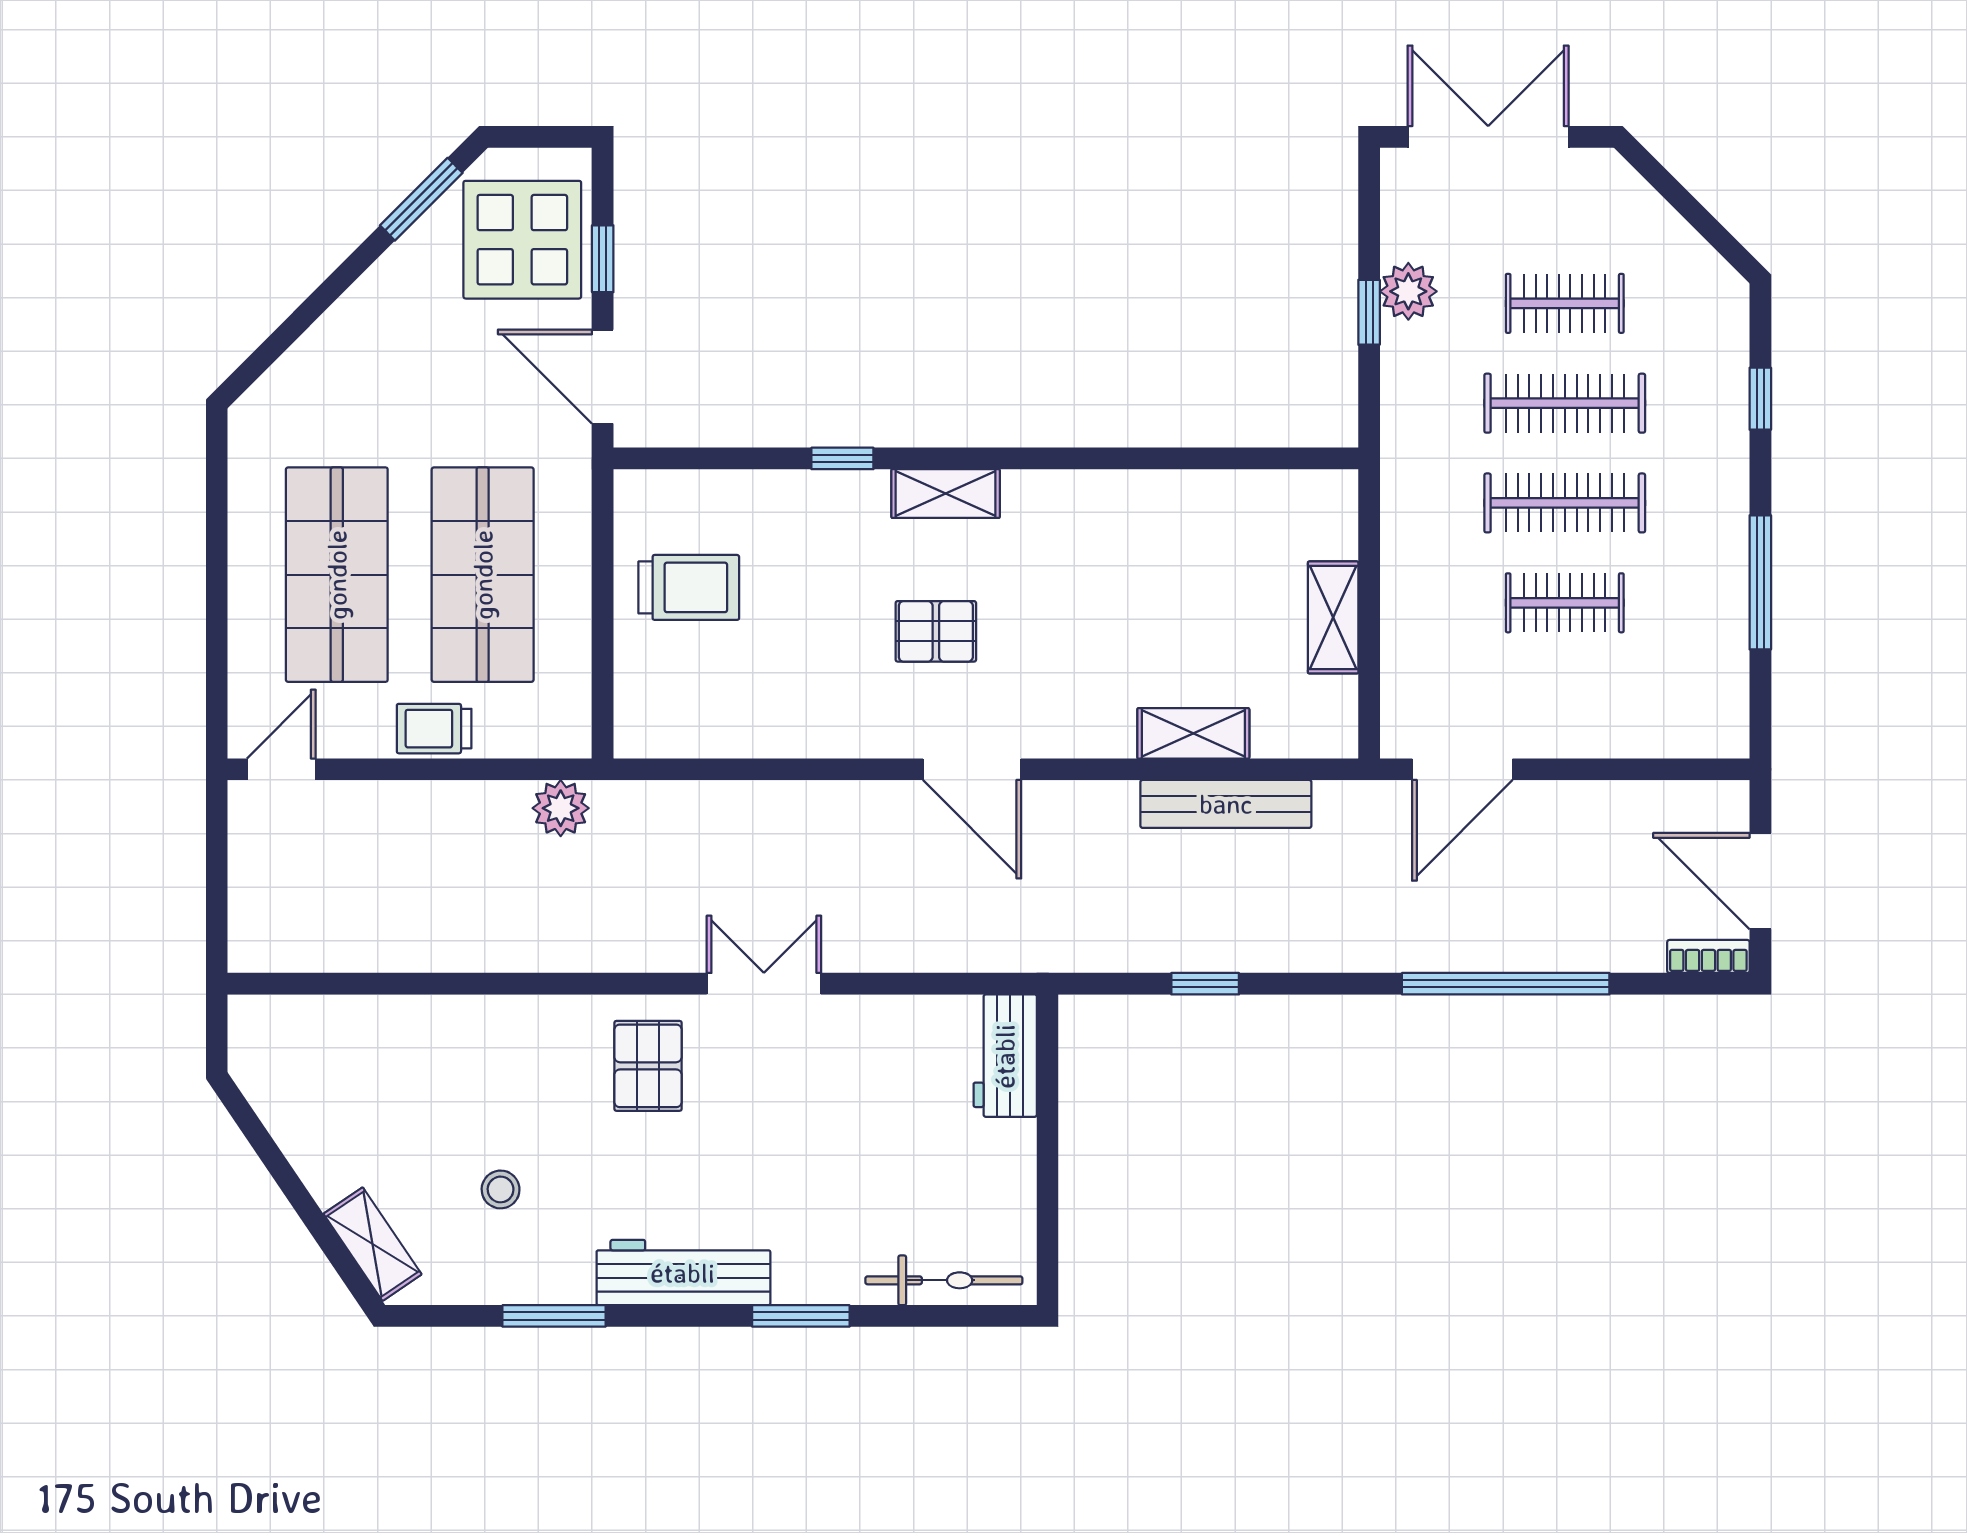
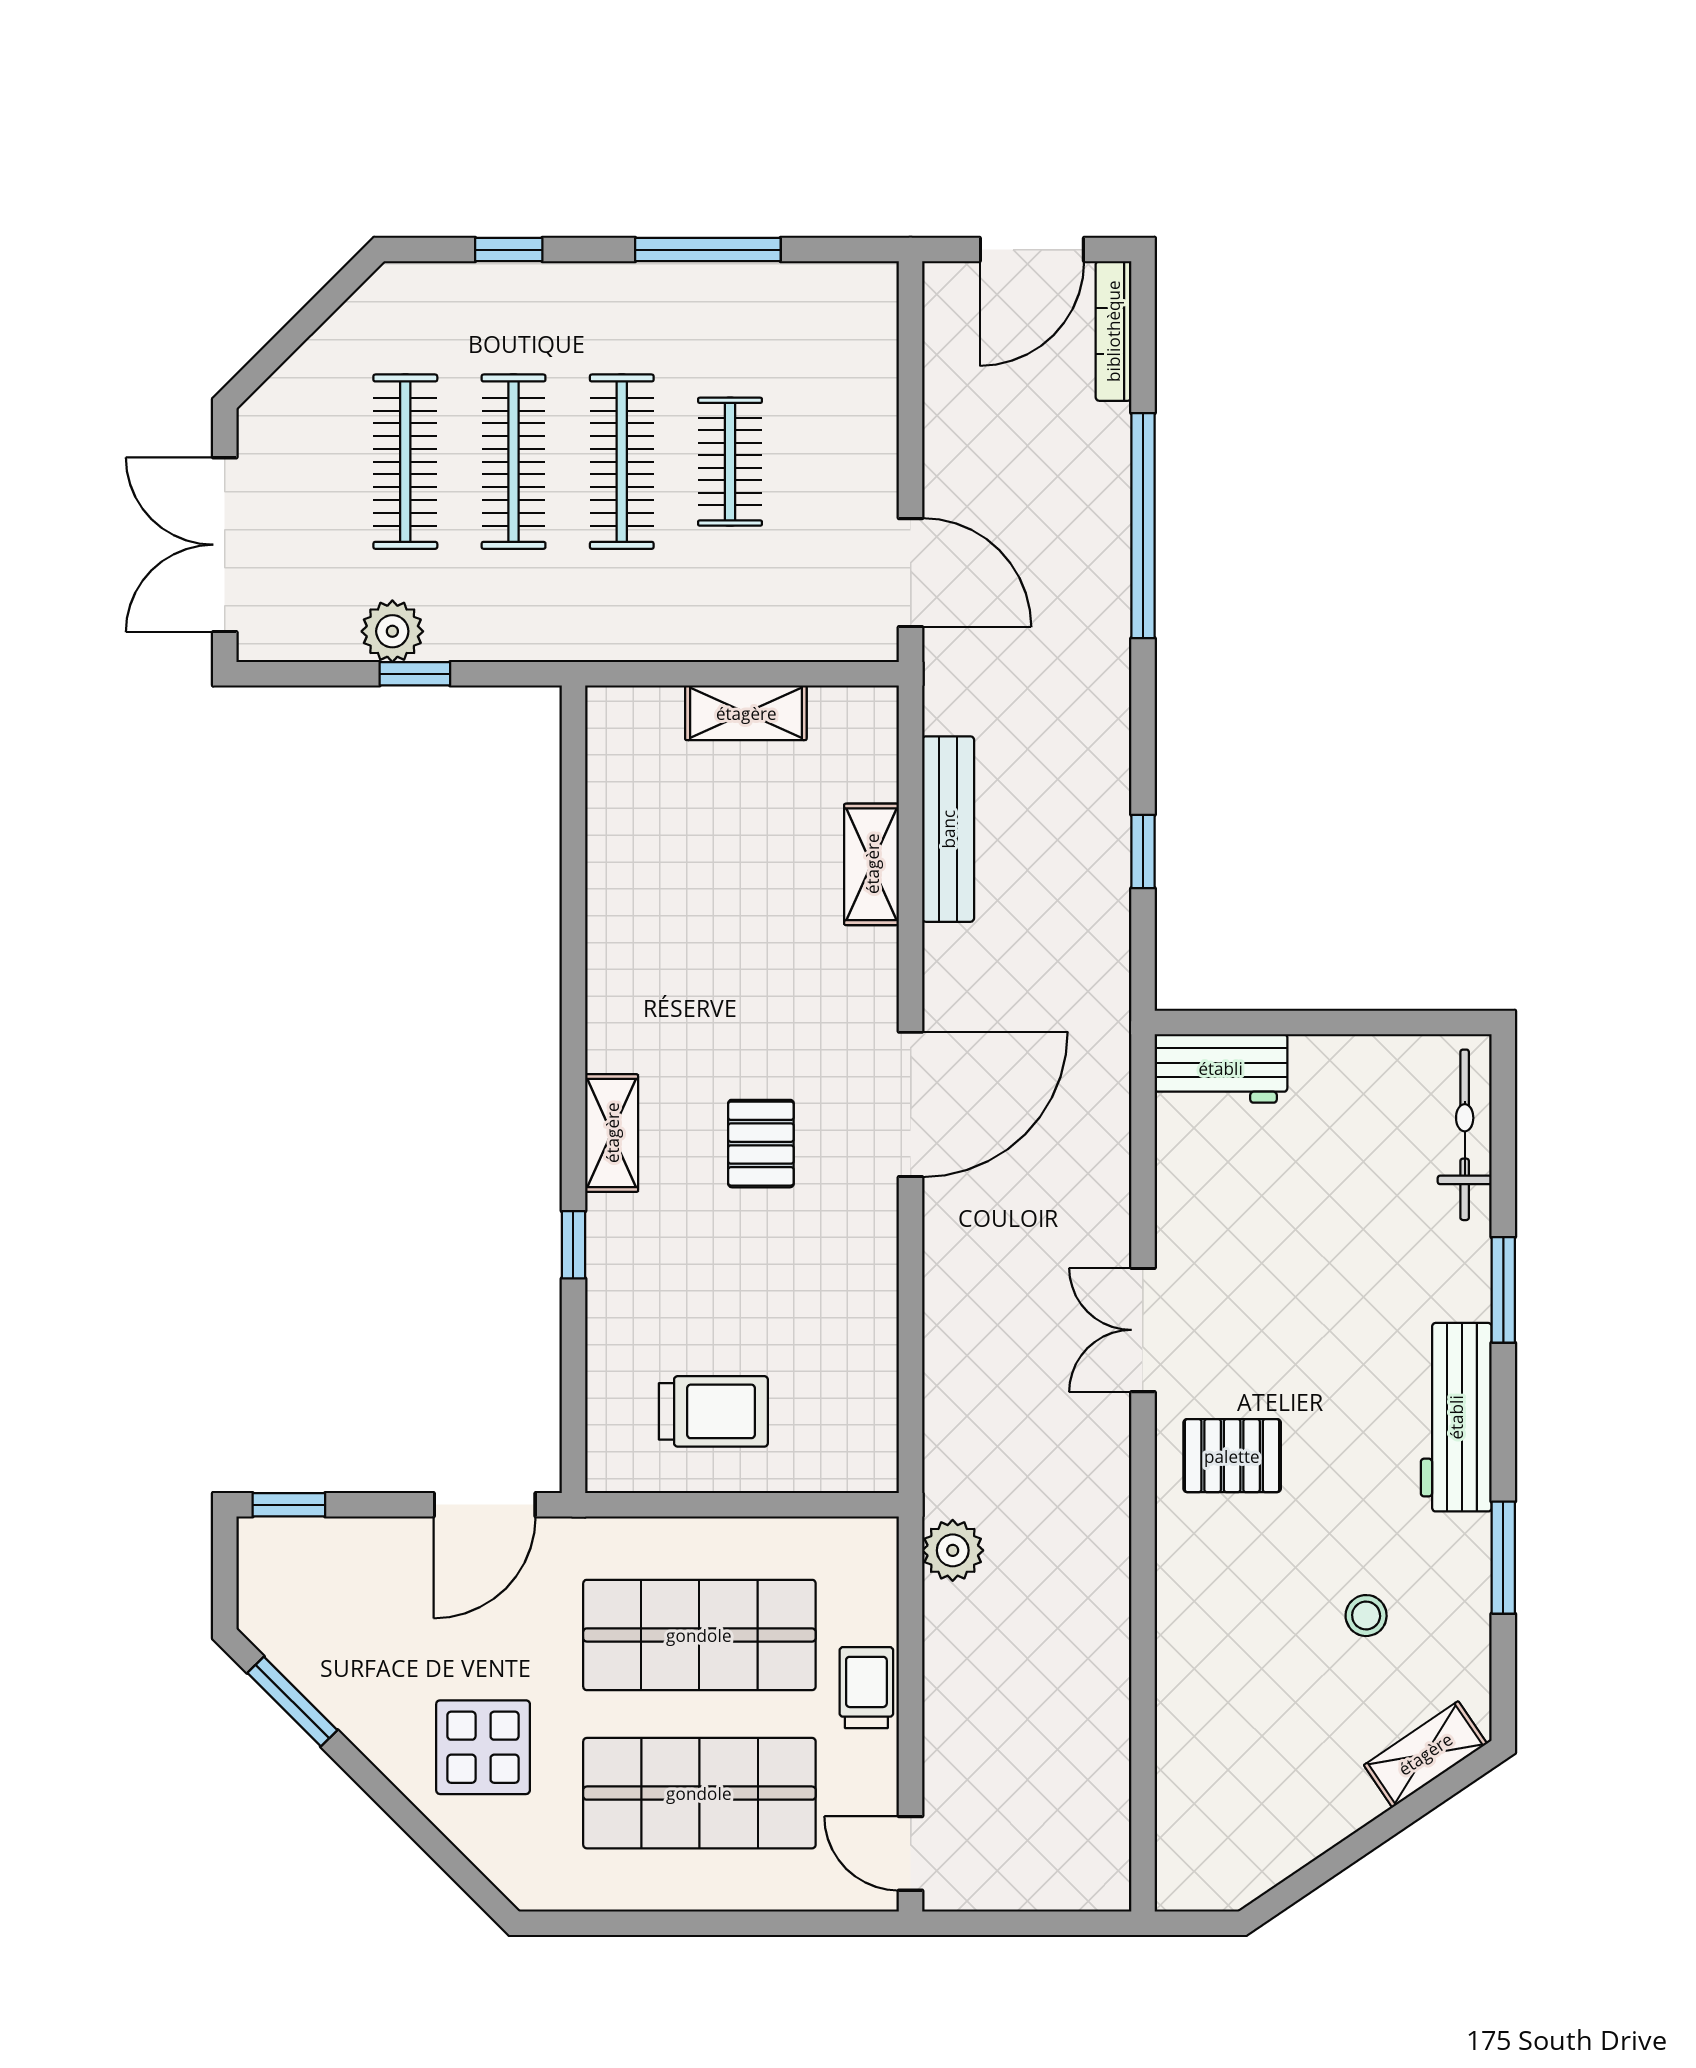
display table: (522, 240) -> (483, 1747), moved, width x0.73, depth x0.73
window: (603, 259) -> (289, 1505), moved
clothes rail: (1565, 303) -> (405, 462), width x1.36
trolley: (689, 587) -> (713, 1411), turned 90
trolley: (434, 729) -> (866, 1688), turned 180
door: (972, 769) -> (911, 1104), width x1.36
bookcase: (1708, 956) -> (1113, 331), width x1.56

